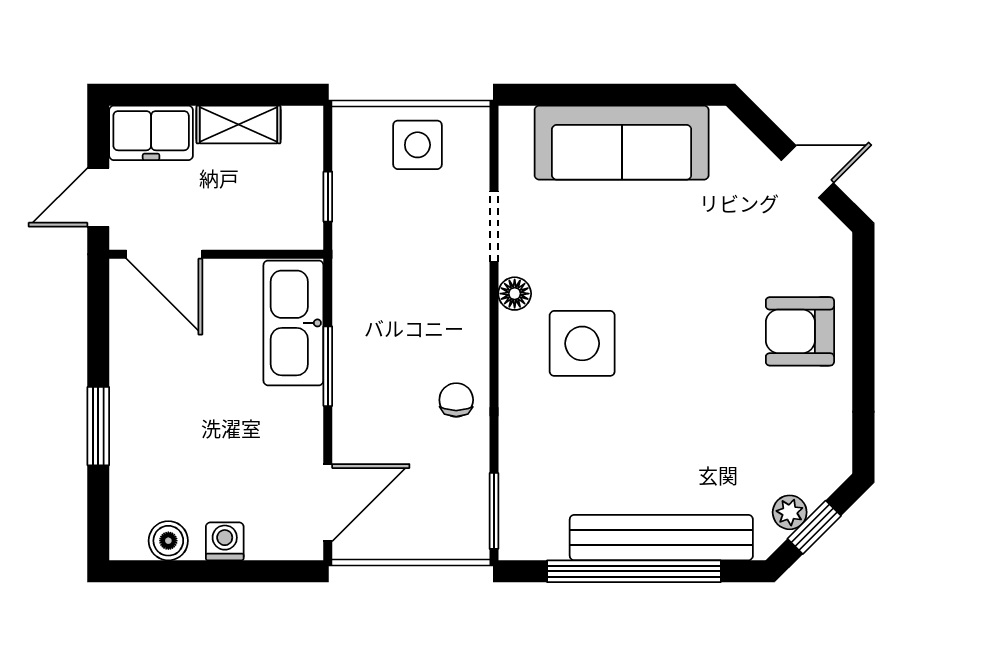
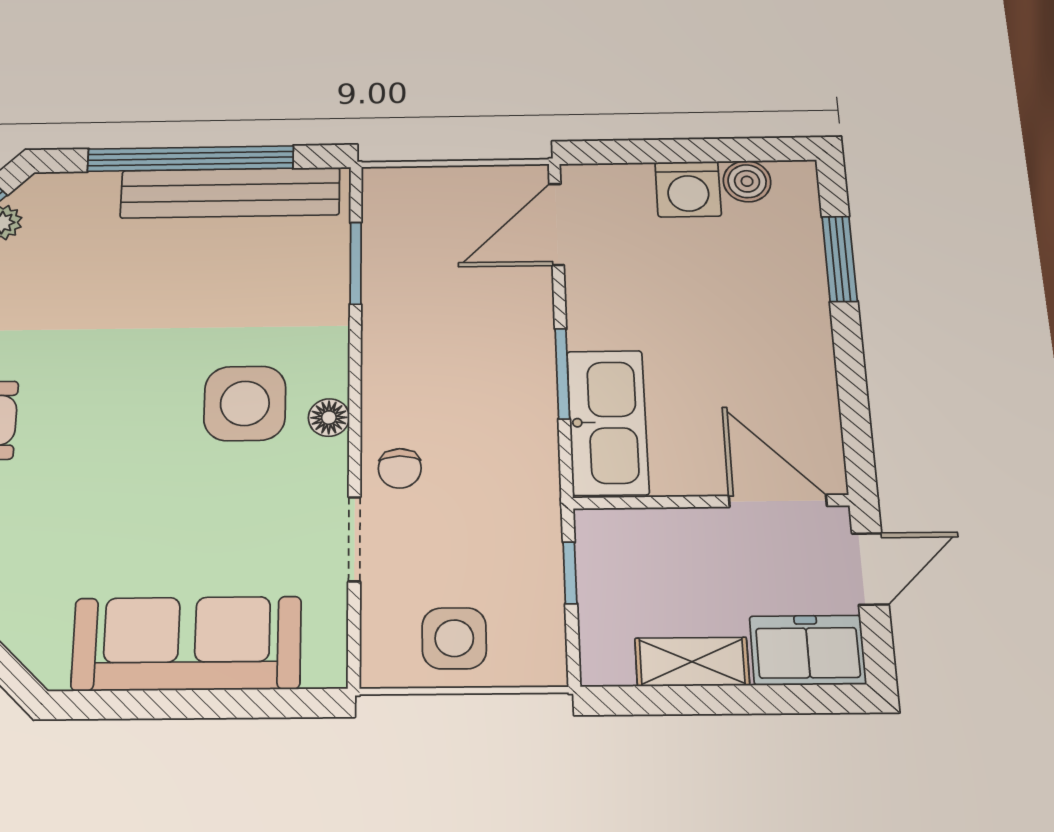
floor lamp: (515, 294) -> (329, 418), moved
chair: (456, 400) -> (400, 468), moved
window: (98, 426) -> (840, 259), moved
window: (494, 511) -> (356, 263), moved
bench: (661, 538) -> (230, 193), moved
washing machine: (225, 541) -> (688, 189), width x1.38, depth x1.38

